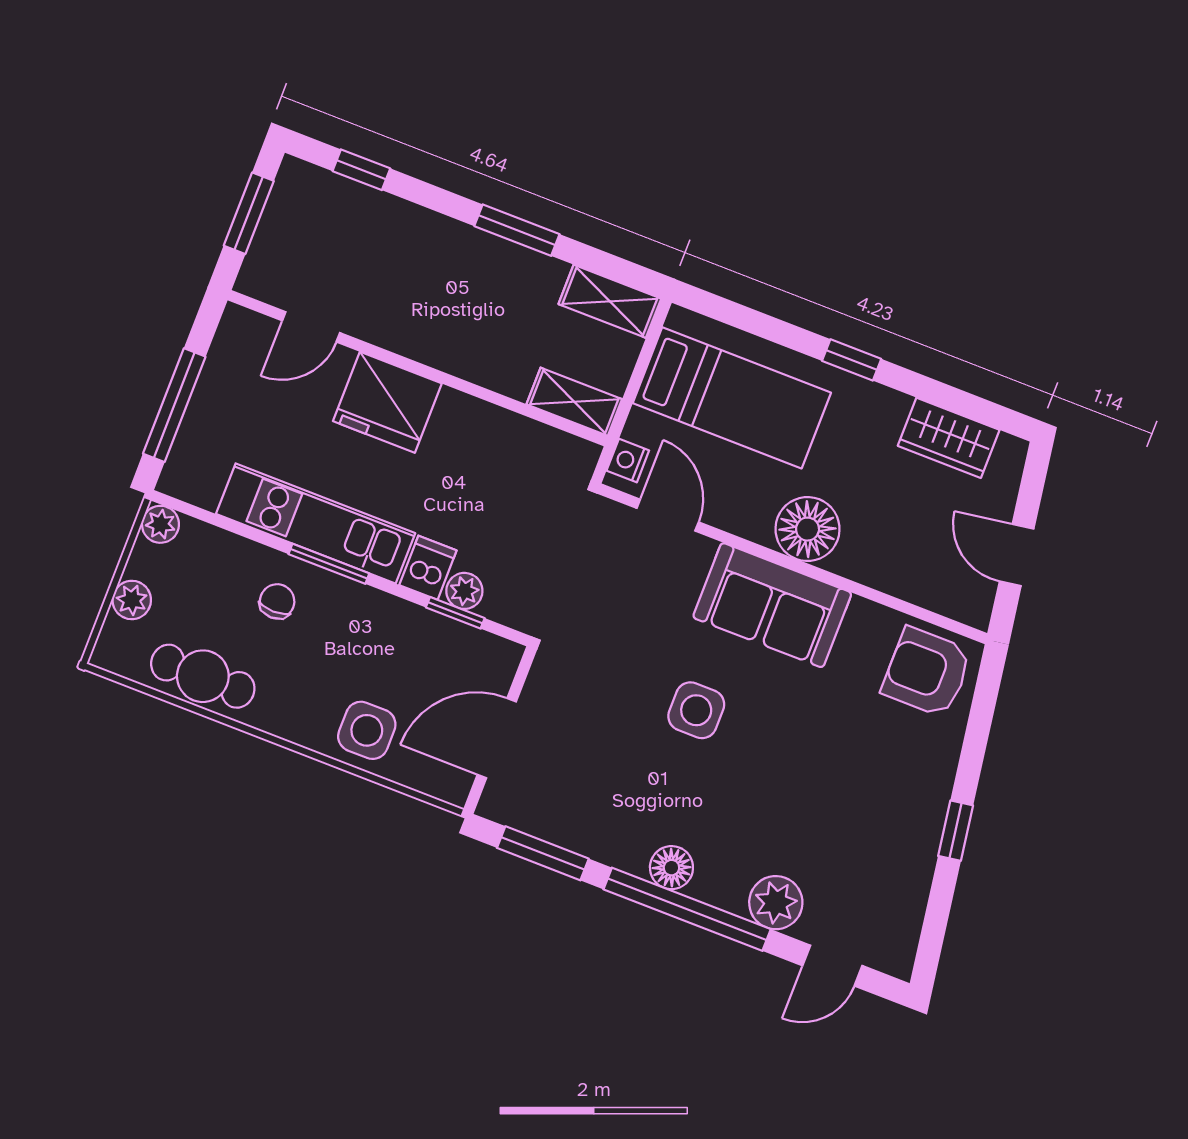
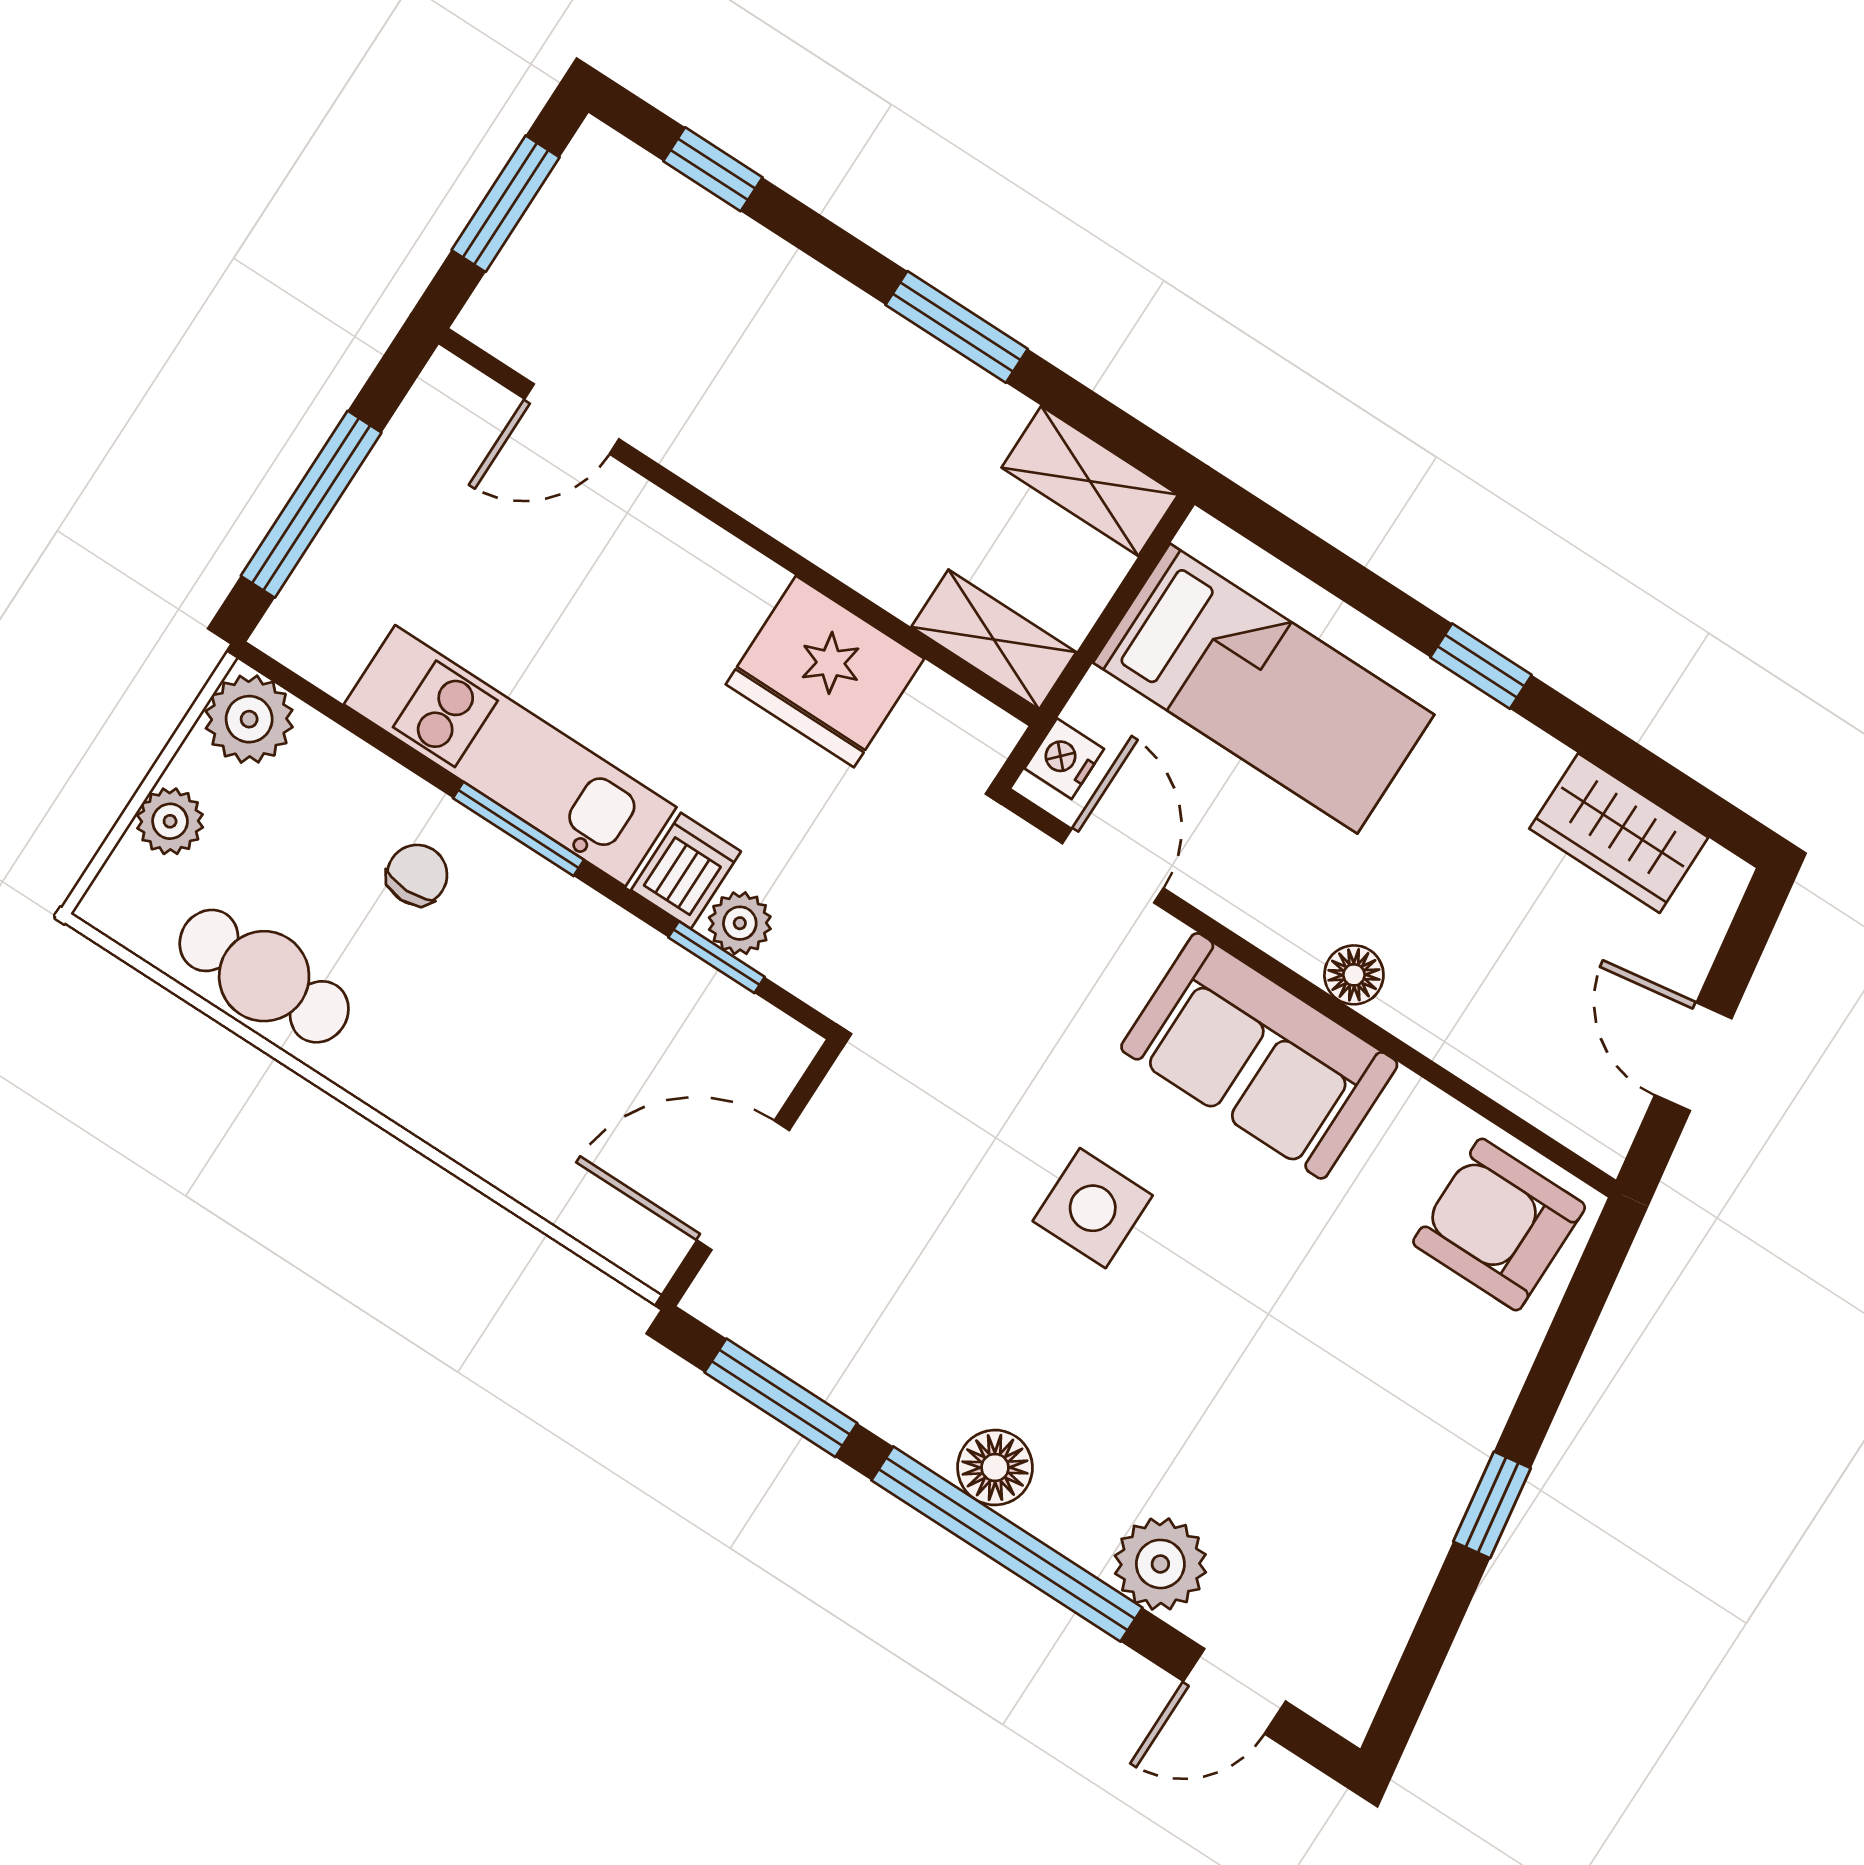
fridge: (387, 402) -> (825, 672), moved
plant: (160, 524) -> (249, 719), width x1.38, depth x1.38
floor lamp: (808, 529) -> (1354, 975), width x0.53, depth x0.53
side table: (367, 730) -> (524, 1126), removed

